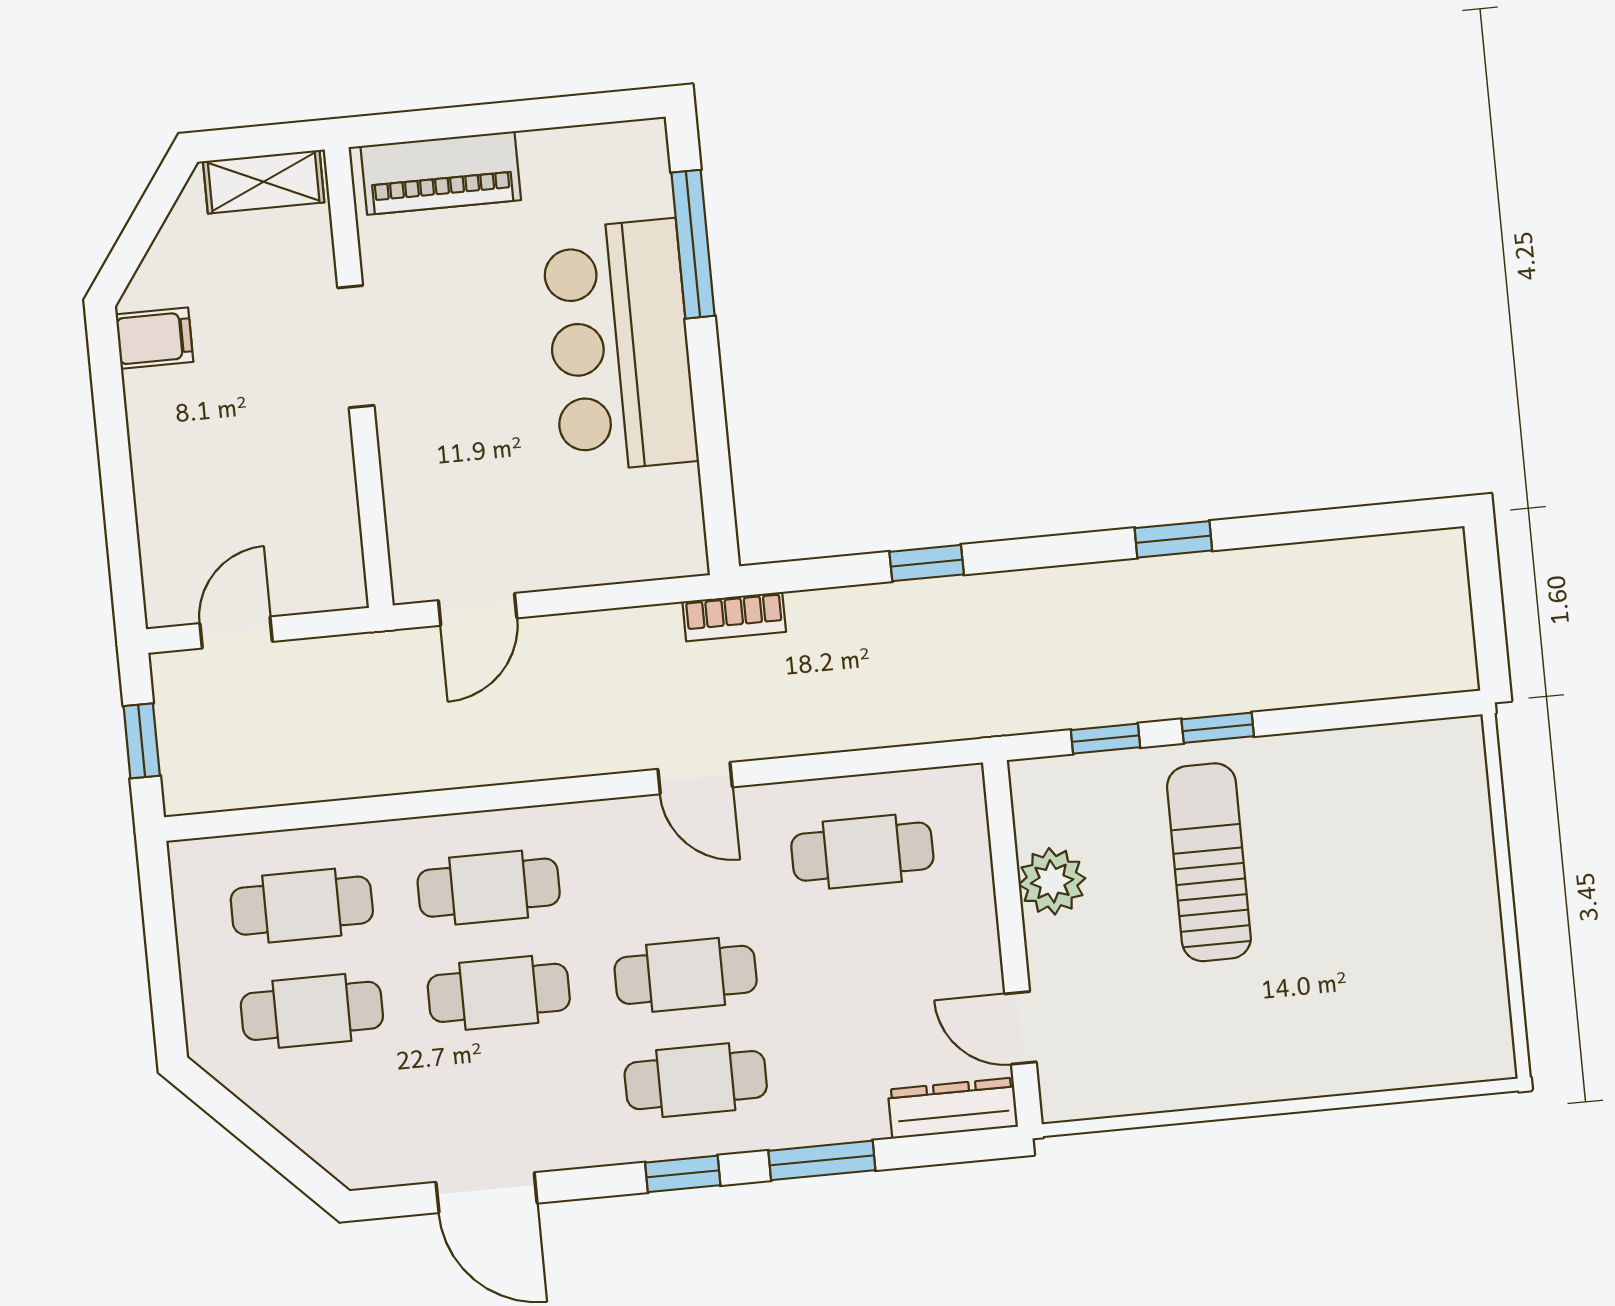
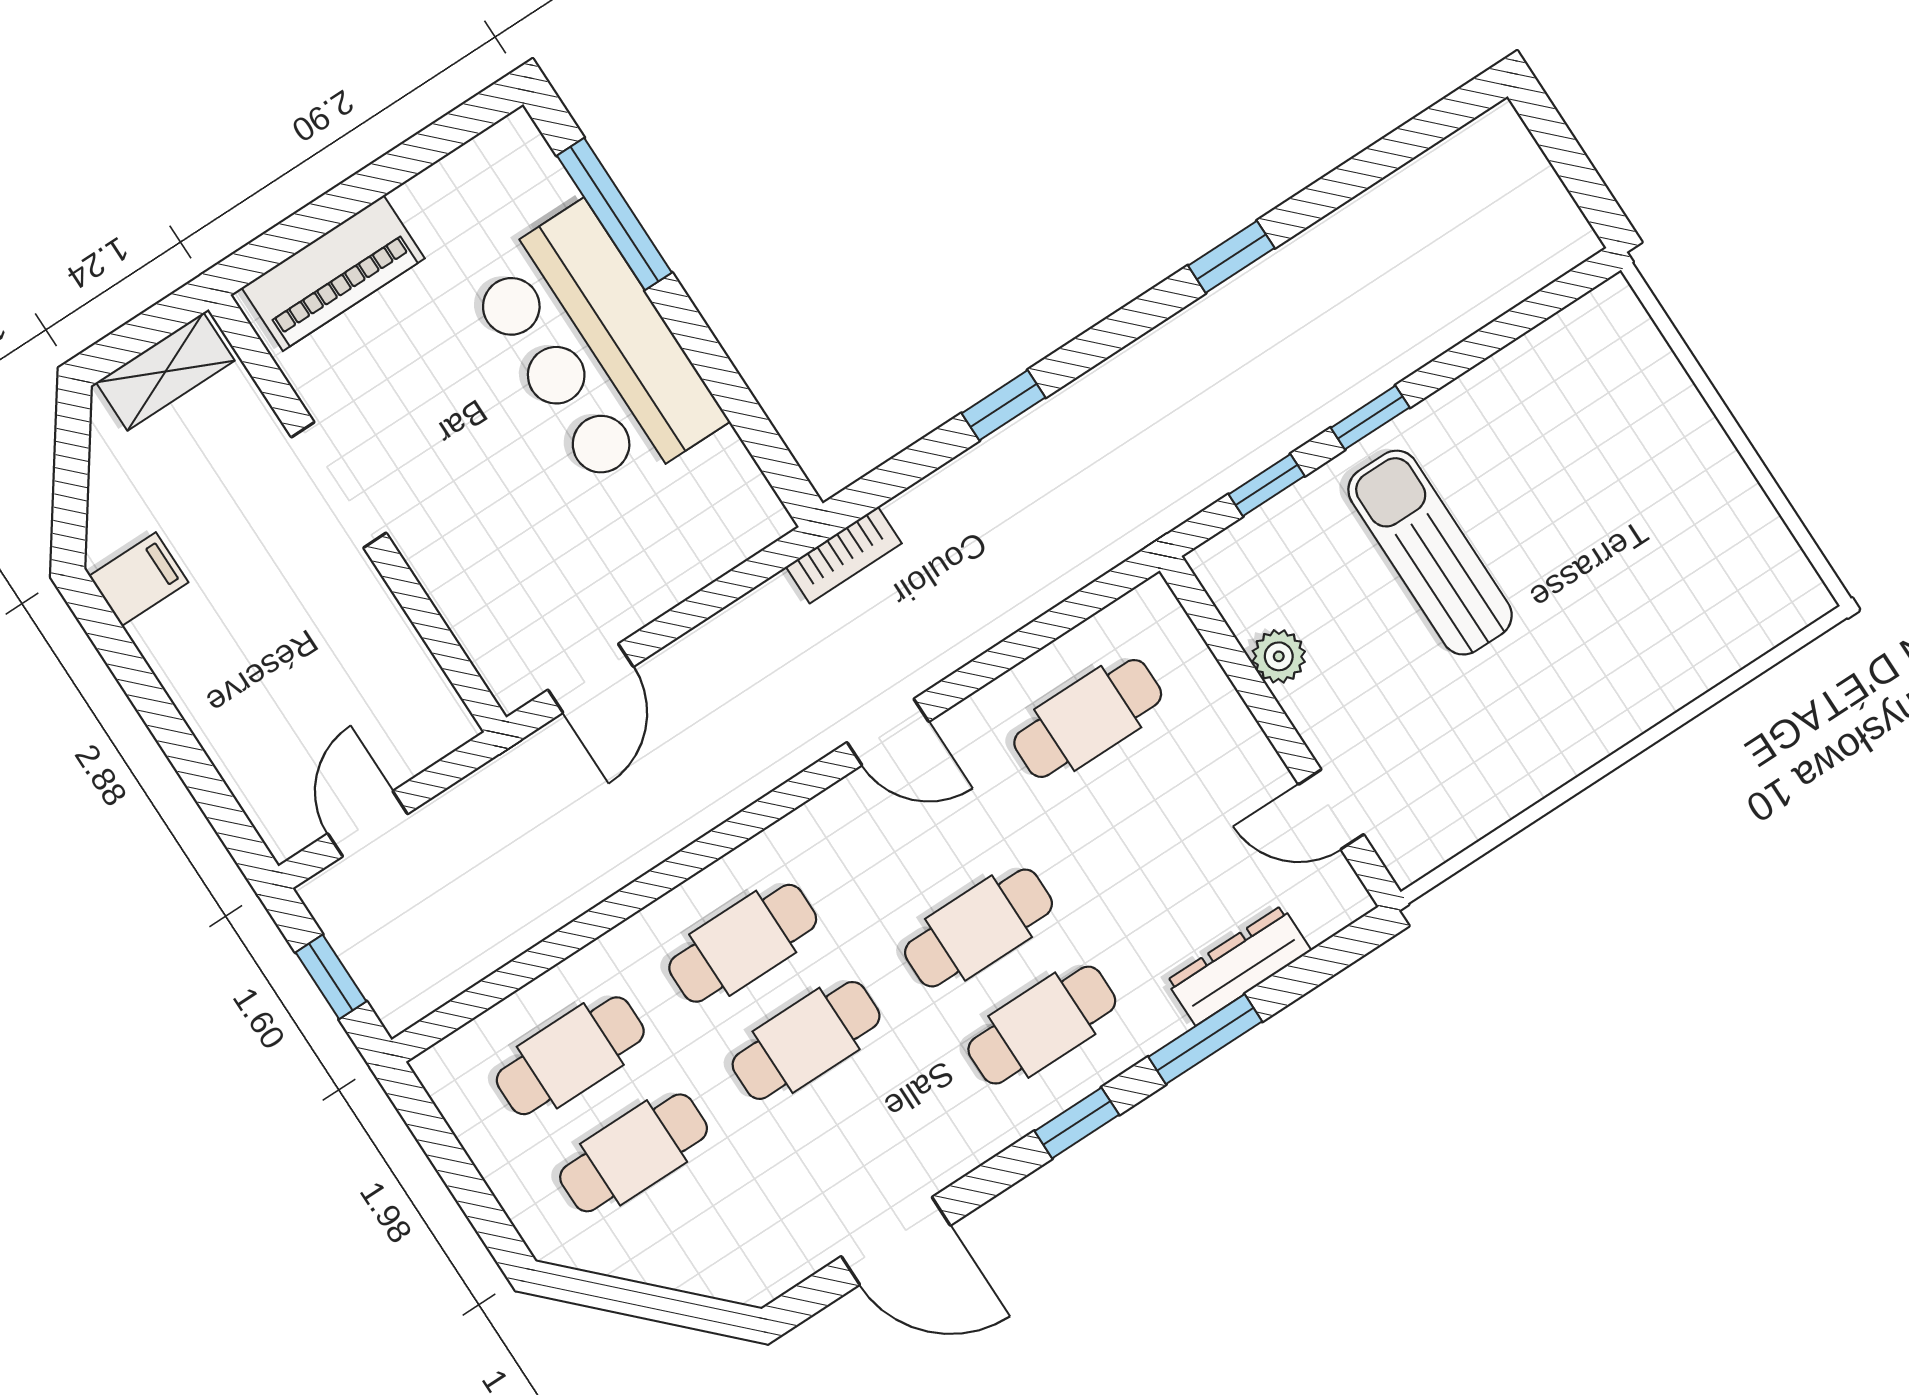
plant: (1052, 881) -> (1279, 656), width x0.73, depth x0.73
dresser: (953, 1108) -> (1239, 966), moved

